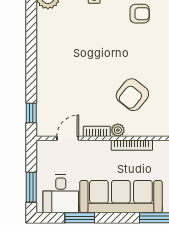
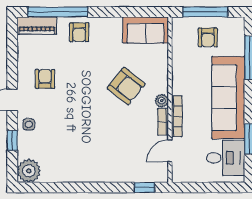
door: (68, 138) -> (170, 151), hinge flipped
bookcase: (132, 145) -> (177, 116), moved
window: (31, 187) -> (219, 187), removed

